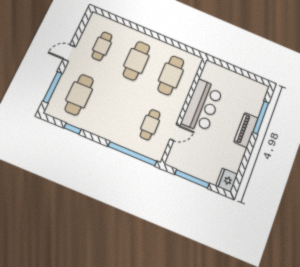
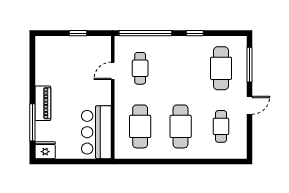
bar counter: (202, 106) -> (96, 132), moved
window: (73, 129) -> (195, 33), moved
window: (192, 179) -> (78, 33), width x0.46
fridge: (227, 180) -> (45, 150), moved, turned -90

